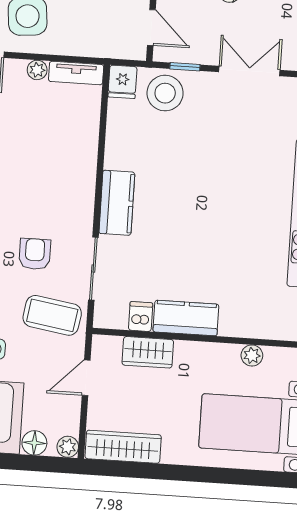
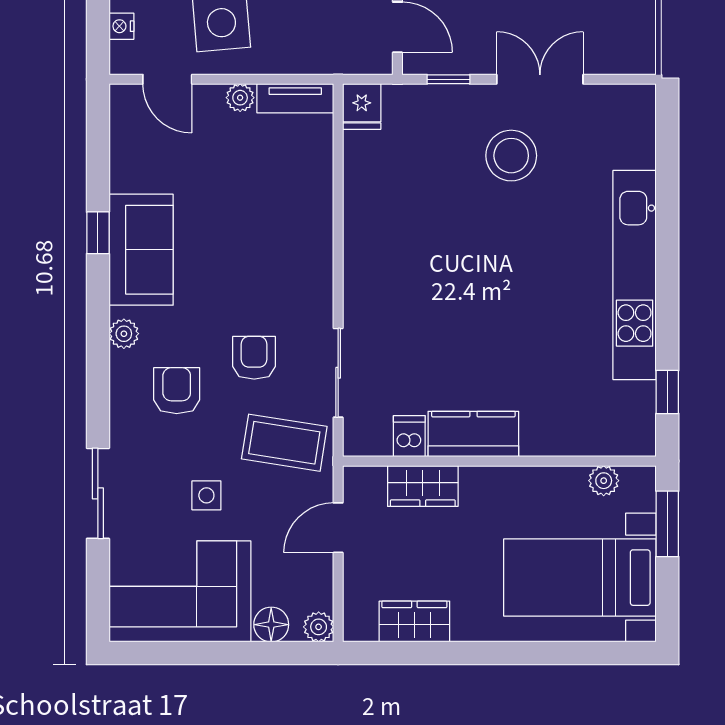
stool: (165, 93) -> (511, 156), moved
kitchen counter: (117, 203) -> (365, 278), removed
plant: (252, 355) -> (604, 481), moved
wardrobe: (123, 447) -> (414, 622), width x0.67

